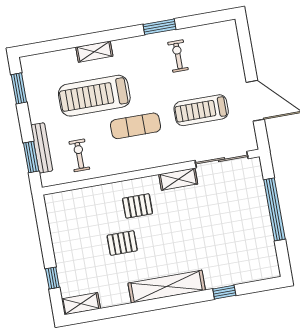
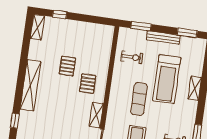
treadmill: (94, 96) -> (167, 79), turned 180
bench: (42, 148) -> (163, 38), moved

